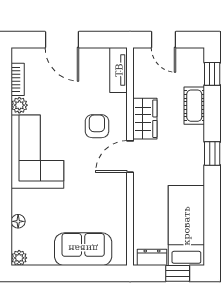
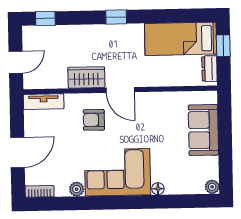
bookcase: (18, 79) -> (40, 191), moved
cot: (194, 106) -> (74, 34), removed
floor lamp: (18, 221) -> (158, 189), moved

